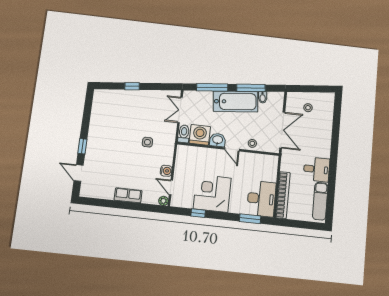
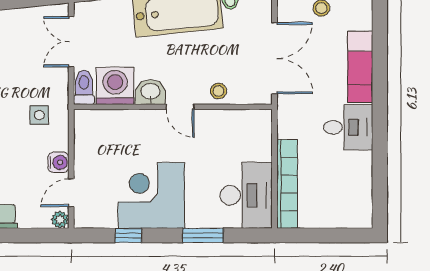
side table: (147, 142) -> (39, 115), moved
door: (171, 187) -> (71, 193), hinge flipped
exam couch: (320, 201) -> (360, 67), moved
window: (250, 219) -> (203, 235), moved

